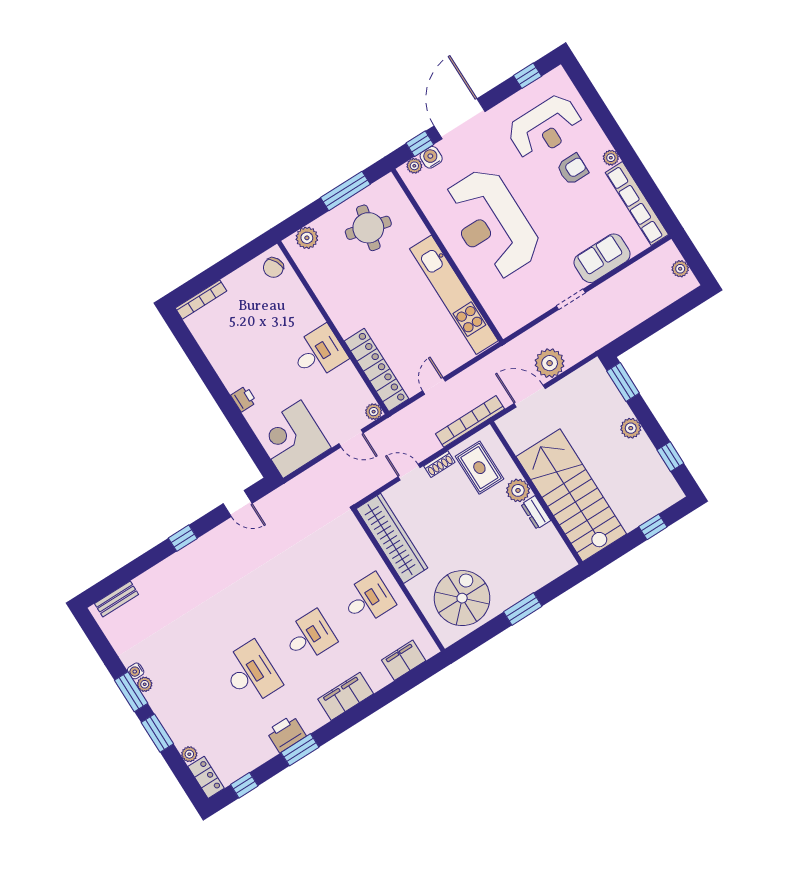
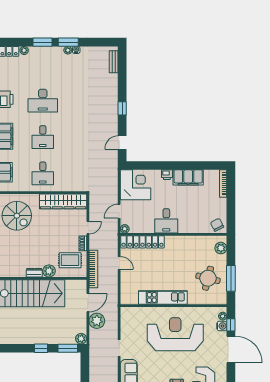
kitchen unit: (454, 295) -> (163, 297), width x0.73
filing cabinet: (227, 362) -> (188, 177), added
plant: (631, 428) -> (81, 339), moved
window: (670, 457) -> (41, 348), moved

